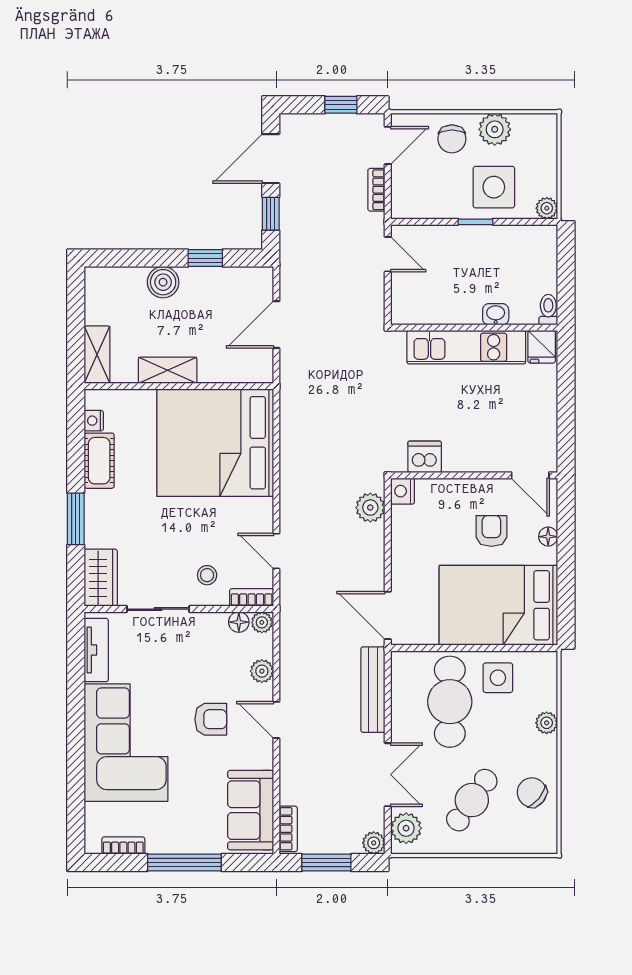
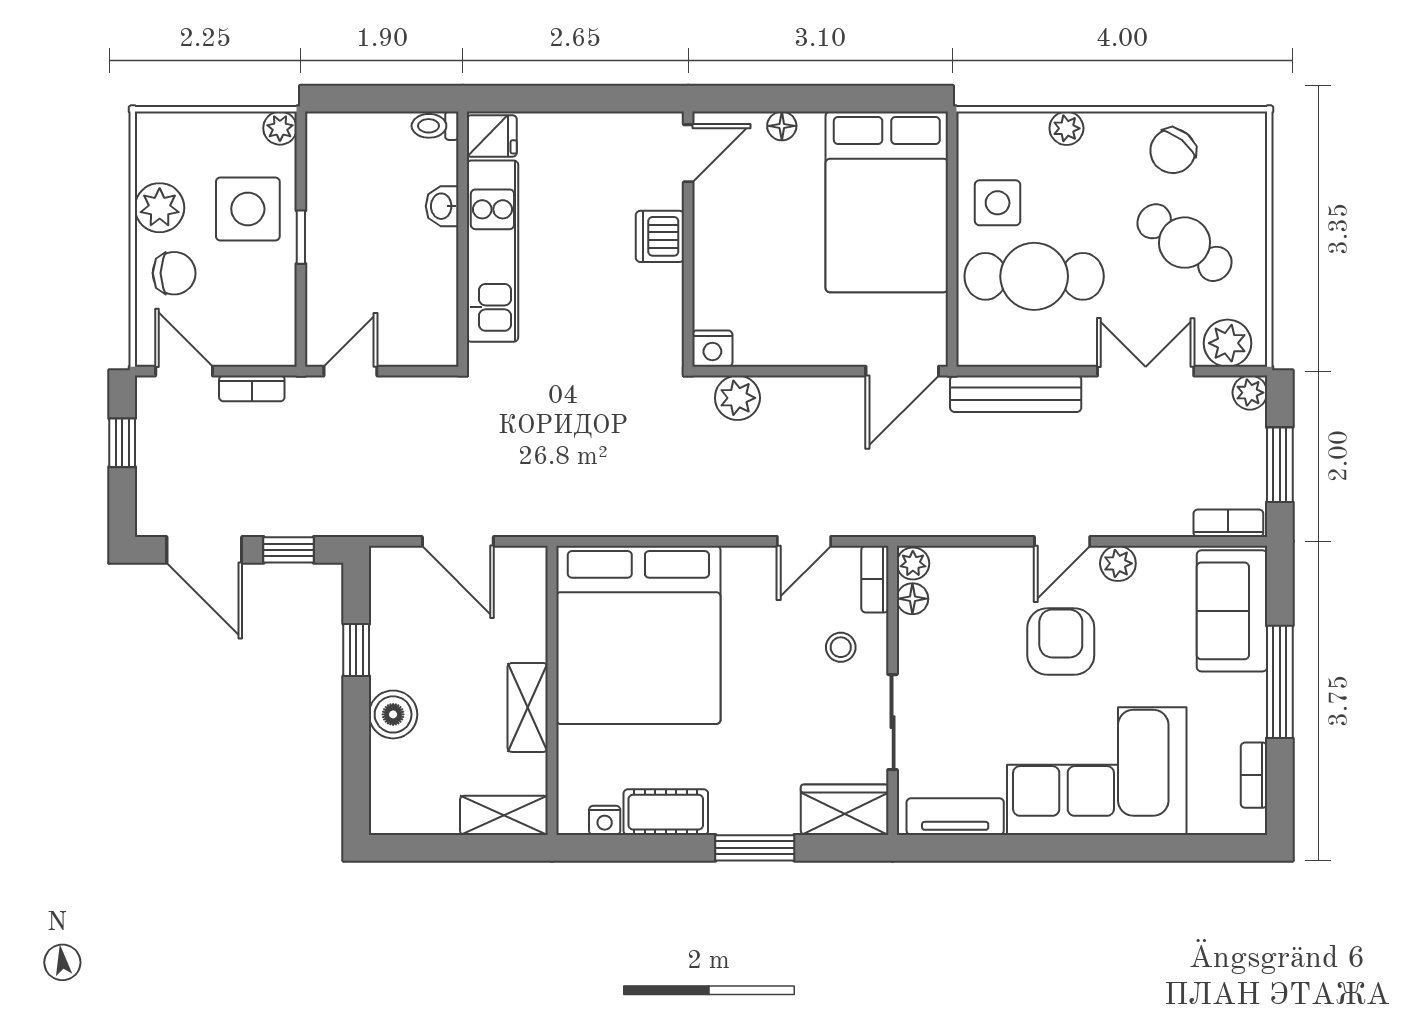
dishwasher: (425, 457) -> (660, 236), moved
armchair: (491, 531) -> (773, 213), removed
plant: (262, 671) -> (1118, 563), moved
armchair: (211, 719) -> (1061, 641), width x1.38, depth x1.38
sofa: (251, 810) -> (1232, 611), moved, turned 90

